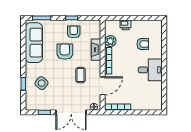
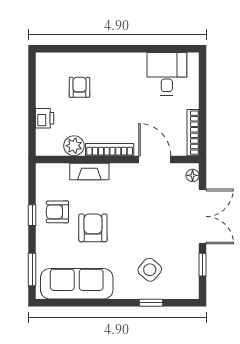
armchair: (65, 52) -> (93, 228), turned 90
desk: (150, 70) -> (167, 74), moved
coffee table: (81, 75) -> (135, 199), removed

